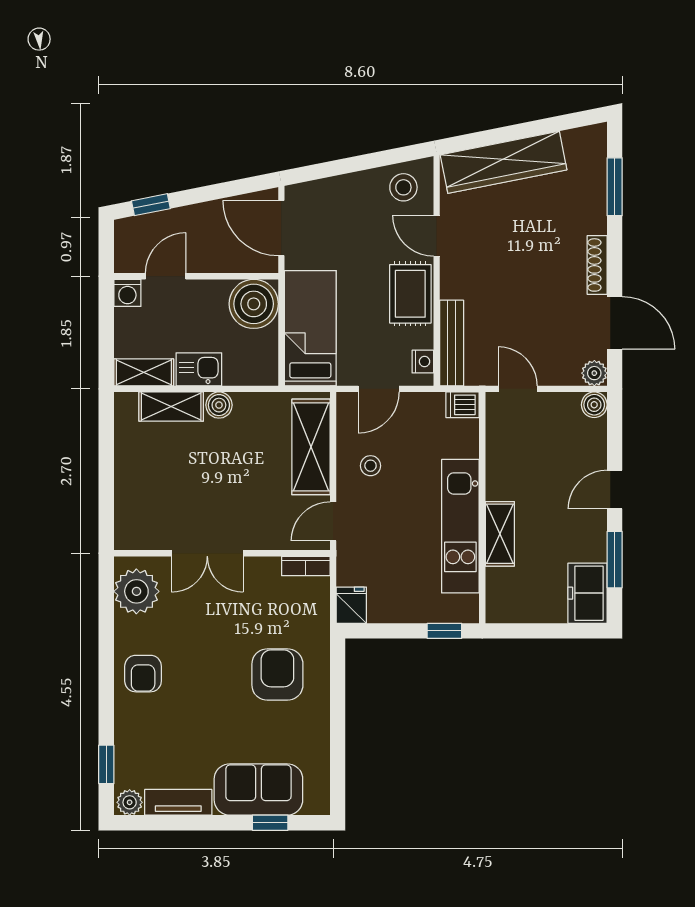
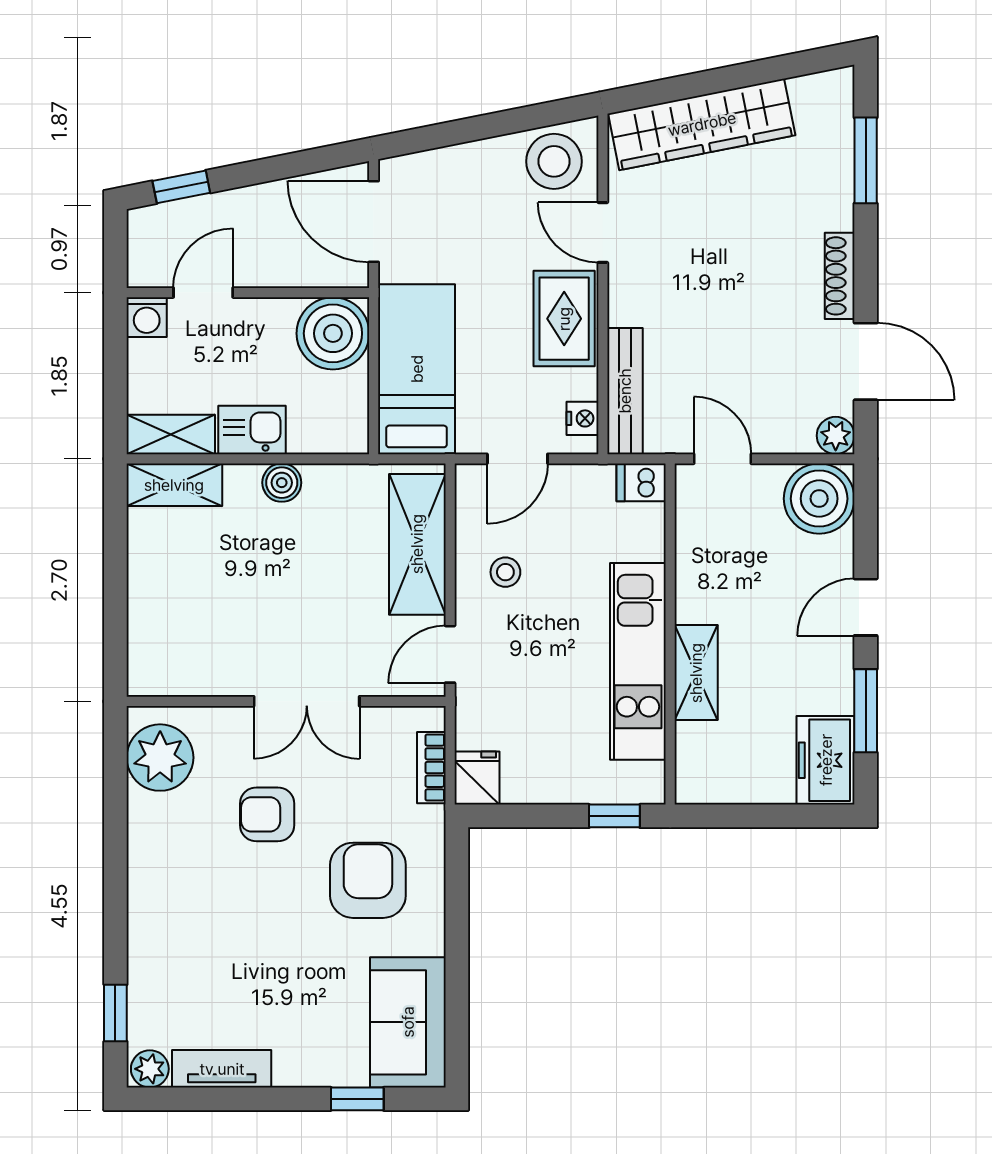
stool: (403, 187) -> (554, 161), width x1.38, depth x1.38
boiler: (594, 405) -> (819, 499), width x1.86, depth x1.86
shelving: (171, 406) -> (174, 485), moved
double door: (207, 553) -> (307, 701), moved
bookcase: (306, 566) -> (431, 768), moved, turned 90
armchair: (143, 674) -> (267, 814), moved, turned 90
sofa: (258, 789) -> (408, 1022), moved, turned -90

